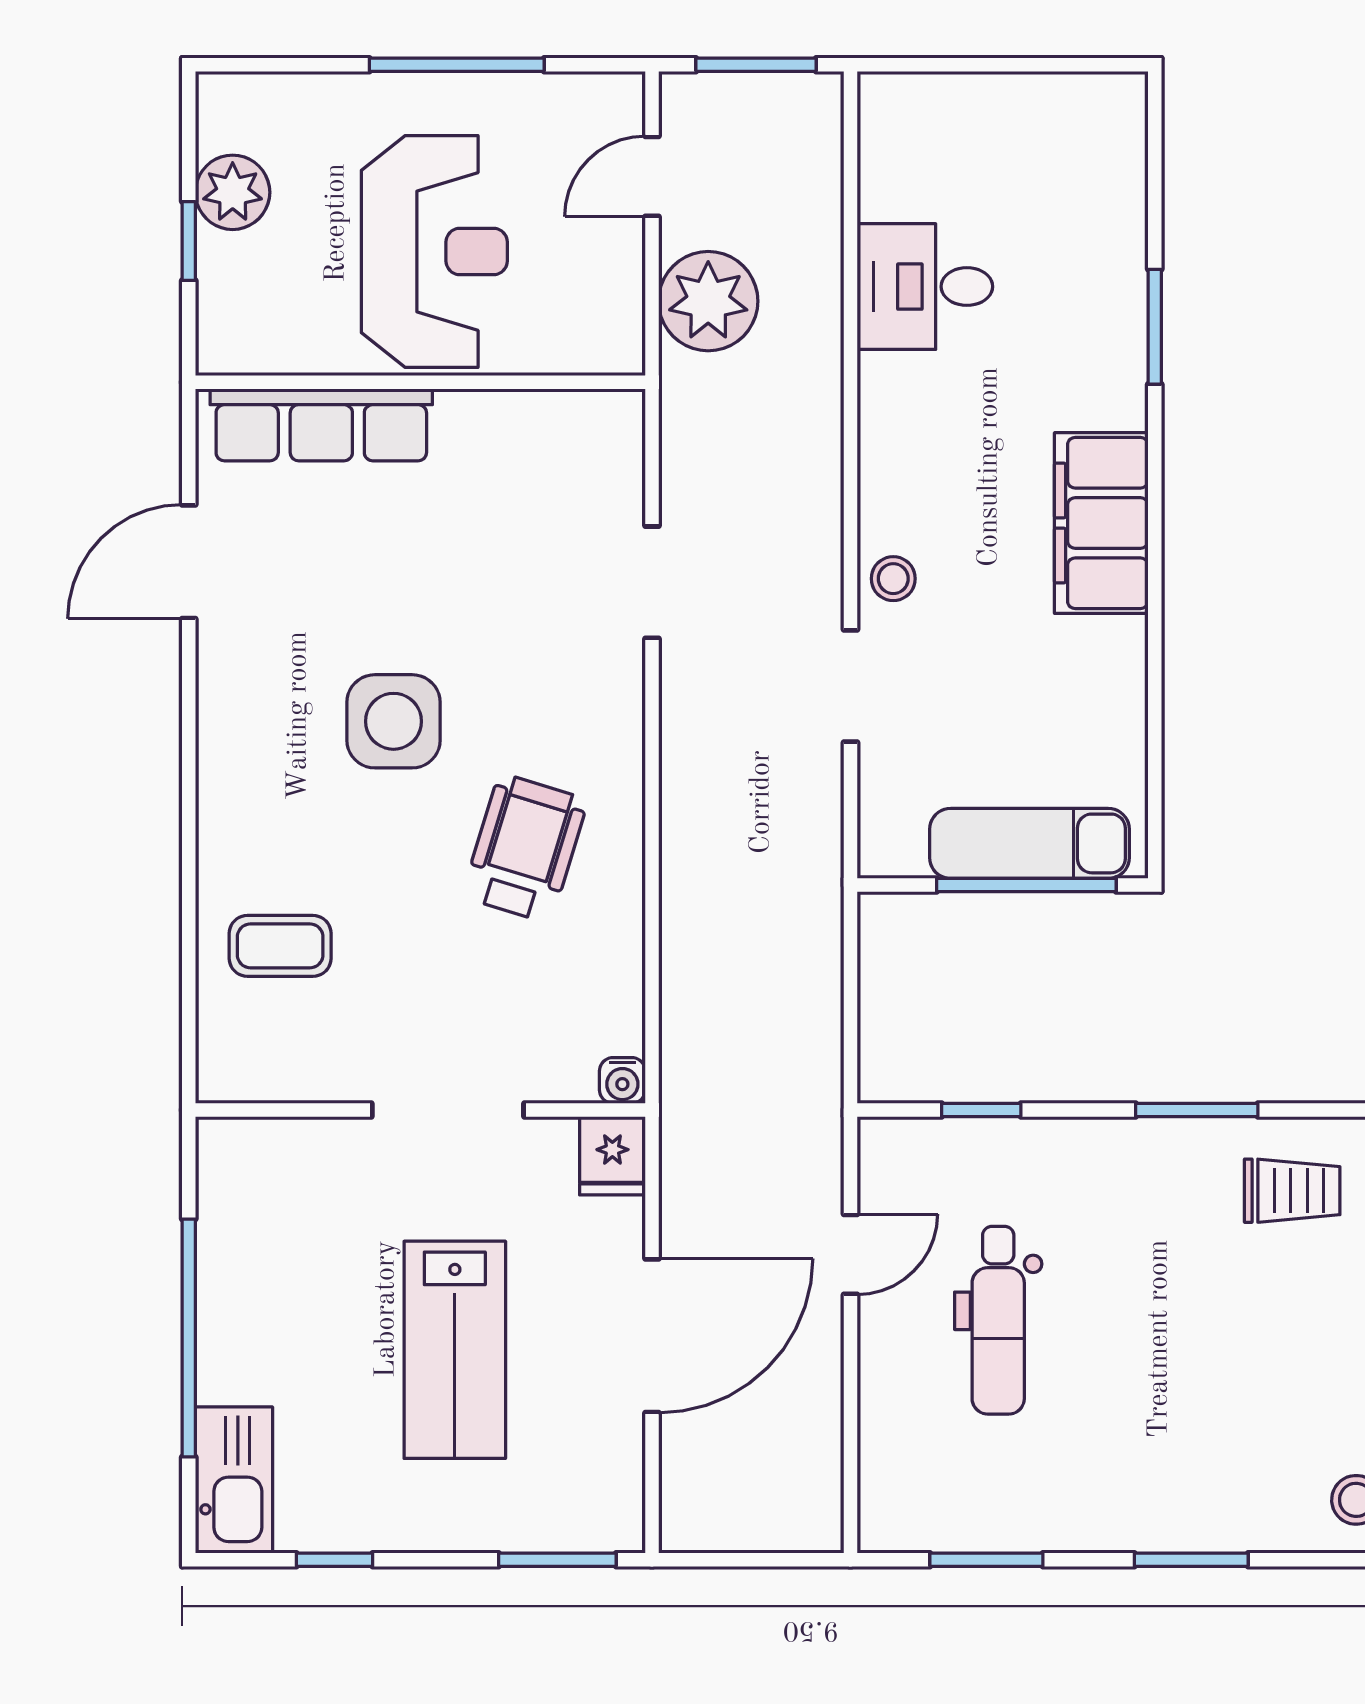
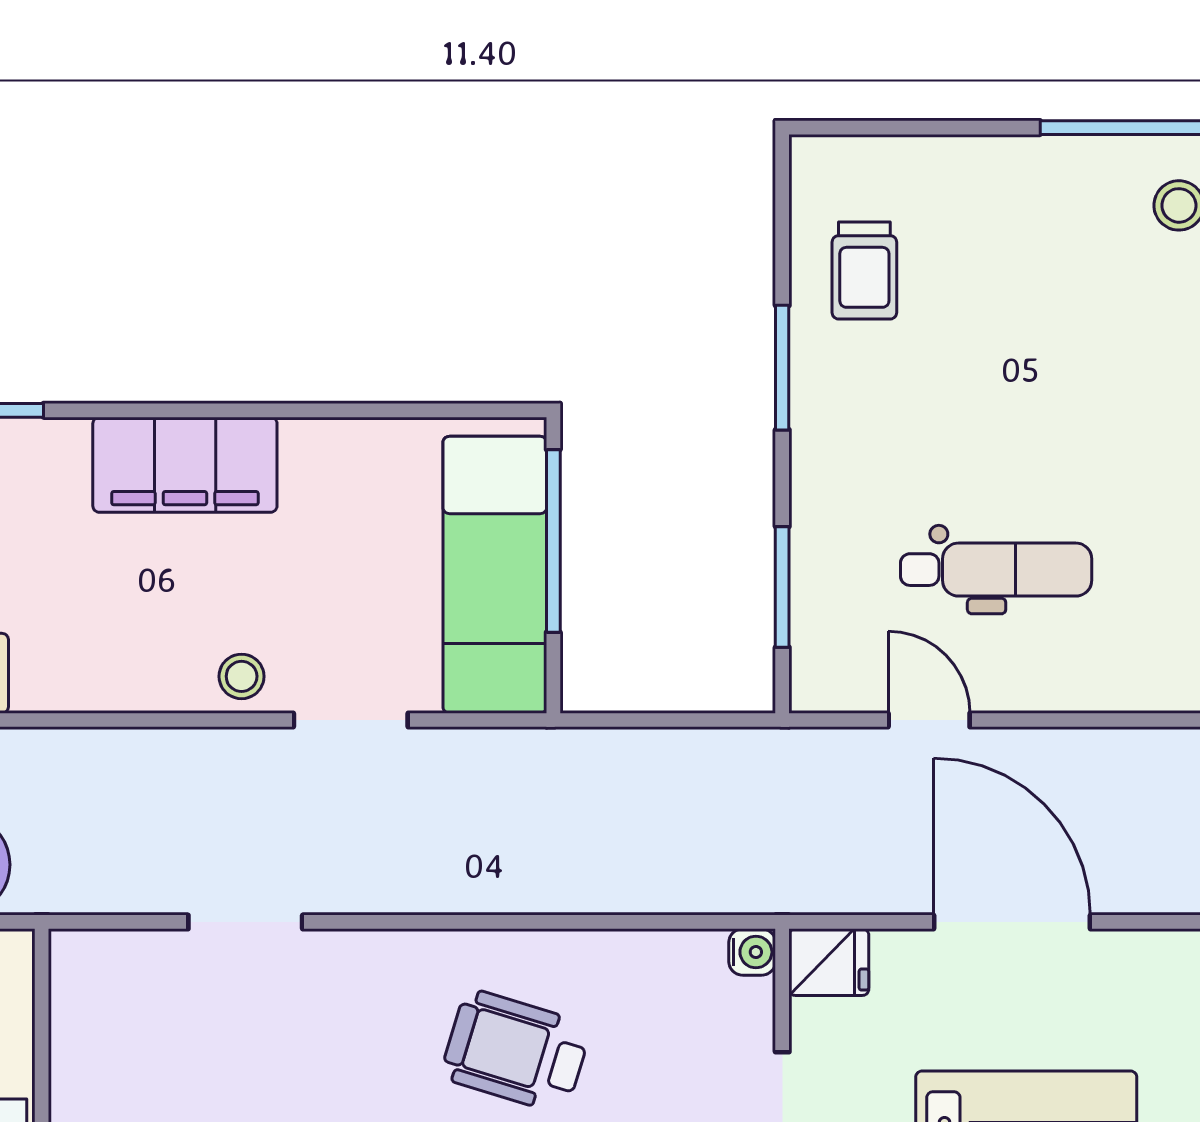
exam couch: (1029, 843) -> (495, 575), width x1.36, depth x1.45
window: (981, 1110) -> (782, 587), width x1.50
trolley: (1292, 1191) -> (864, 271), turned 180

